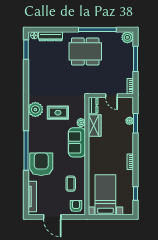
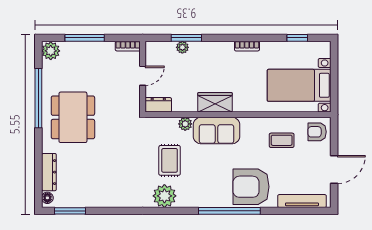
wardrobe: (95, 125) -> (215, 102), moved

